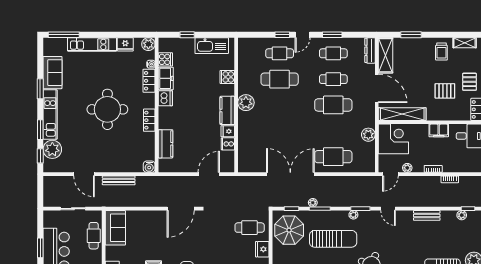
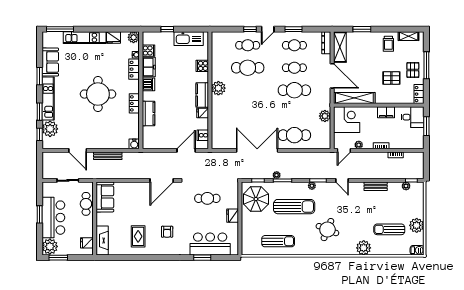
kitchen counter: (165, 144) -> (148, 114), moved
cooker: (228, 144) -> (203, 135), moved
cafe table: (250, 228) -> (207, 198), moved

